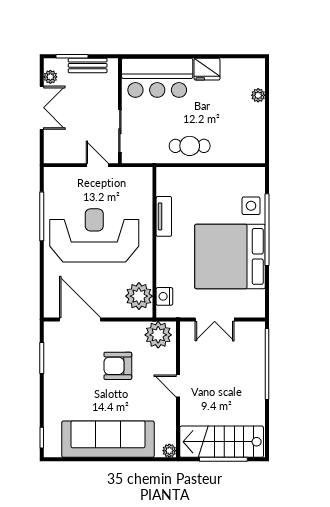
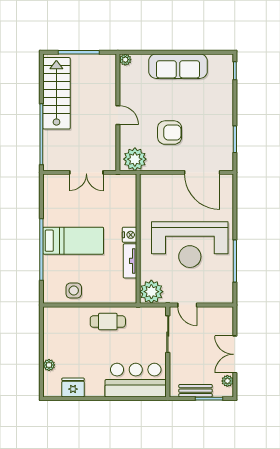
fridge: (207, 69) -> (73, 387), moved
side table: (251, 206) -> (74, 291), moved
bed: (230, 256) -> (73, 241), width x0.49
plant: (139, 296) -> (151, 292), moved
nightstand: (164, 296) -> (130, 235), moved
double door: (215, 319) -> (86, 172), swing flipped
sofa: (108, 439) -> (178, 66), width x0.74, depth x0.79
stairs: (222, 442) -> (56, 93), moved, turned -90

